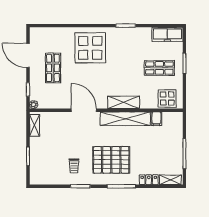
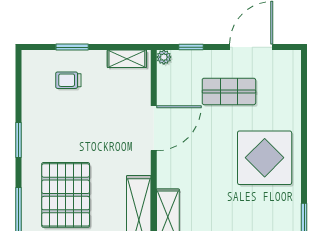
door: (84, 110) -> (154, 128), moved
trolley: (74, 166) -> (68, 80), moved

